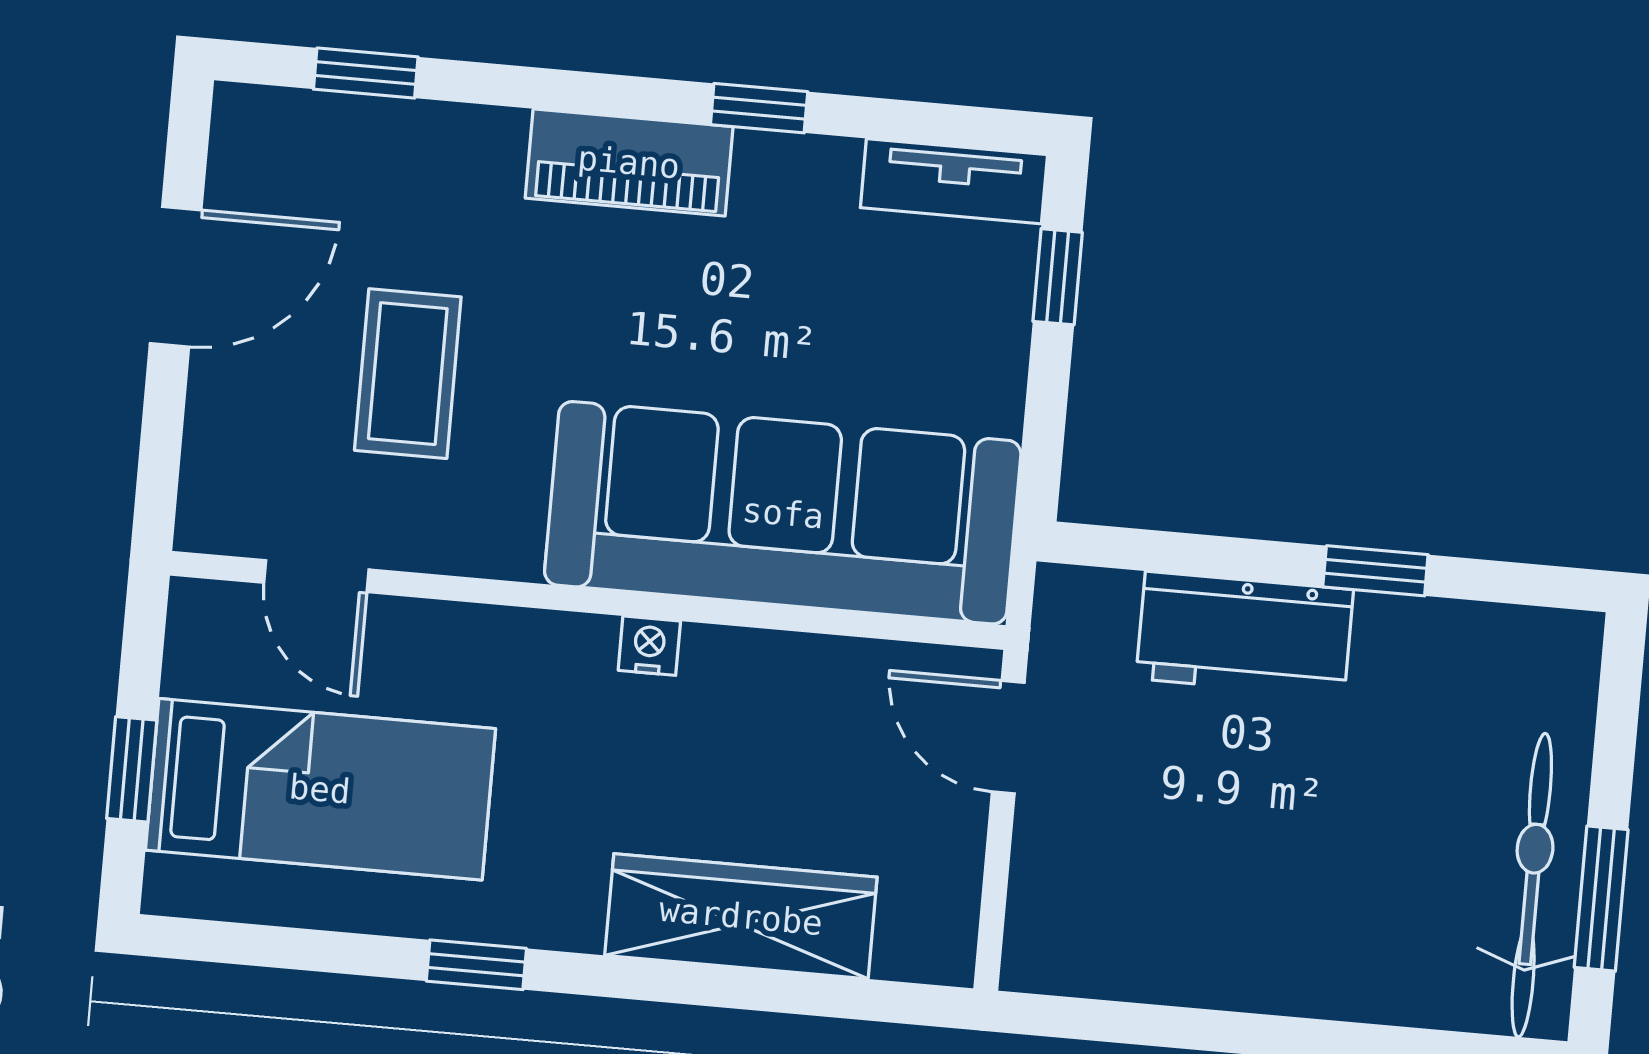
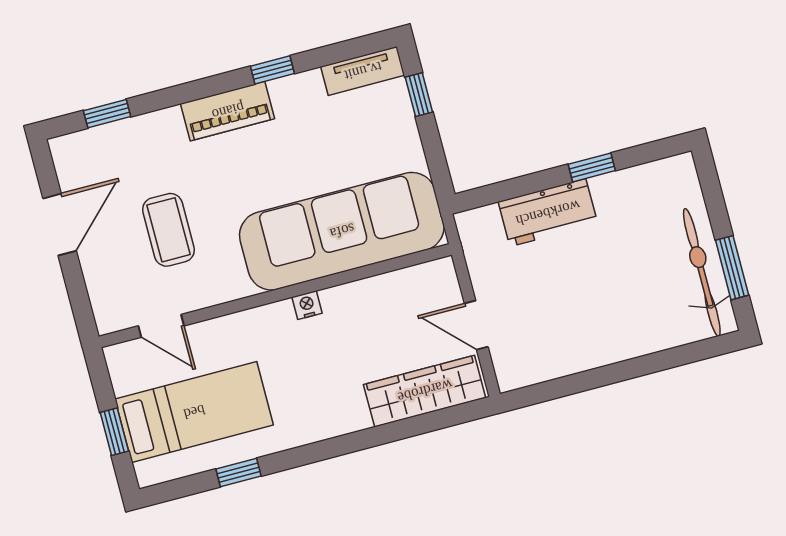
door: (1008, 737) -> (476, 325), moved
wardrobe: (741, 916) -> (425, 391), moved
window: (476, 965) -> (239, 472), moved

